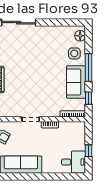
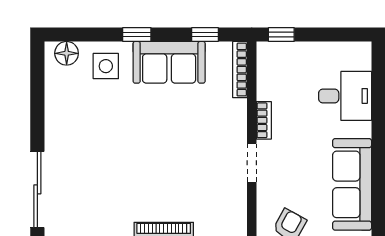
window: (89, 67) -> (137, 35), width x0.46
window: (89, 151) -> (281, 35), moved
desk: (74, 162) -> (345, 96), moved, turned 90

